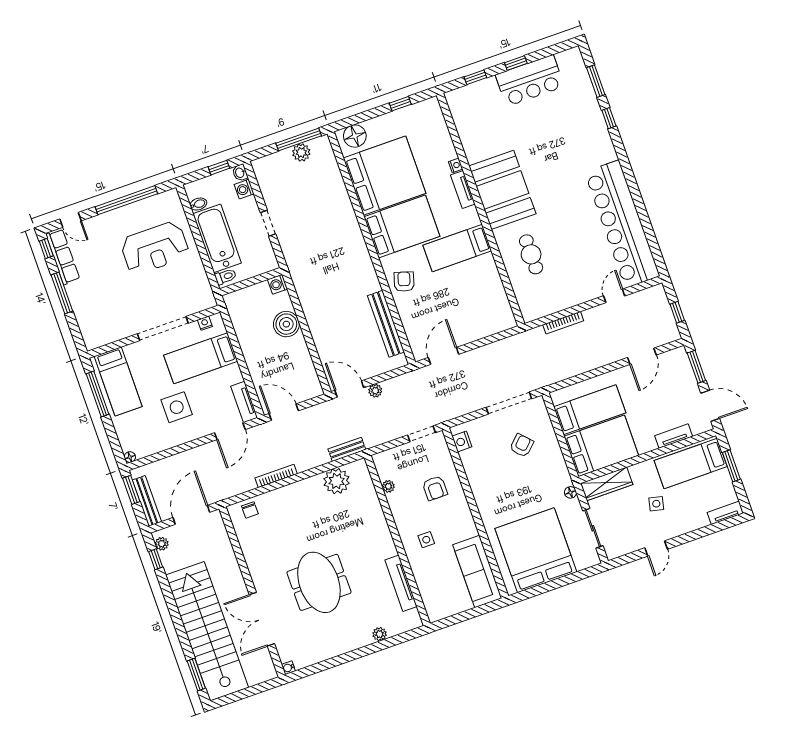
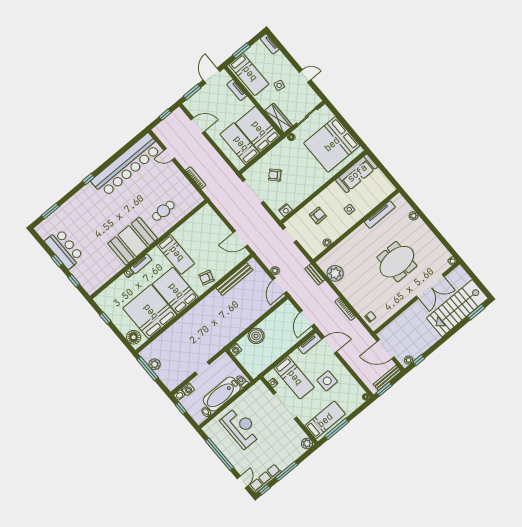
window: (609, 118) -> (88, 179), moved
plant: (92, 340) -> (307, 443), added
stairs: (207, 631) -> (457, 308), width x0.73

